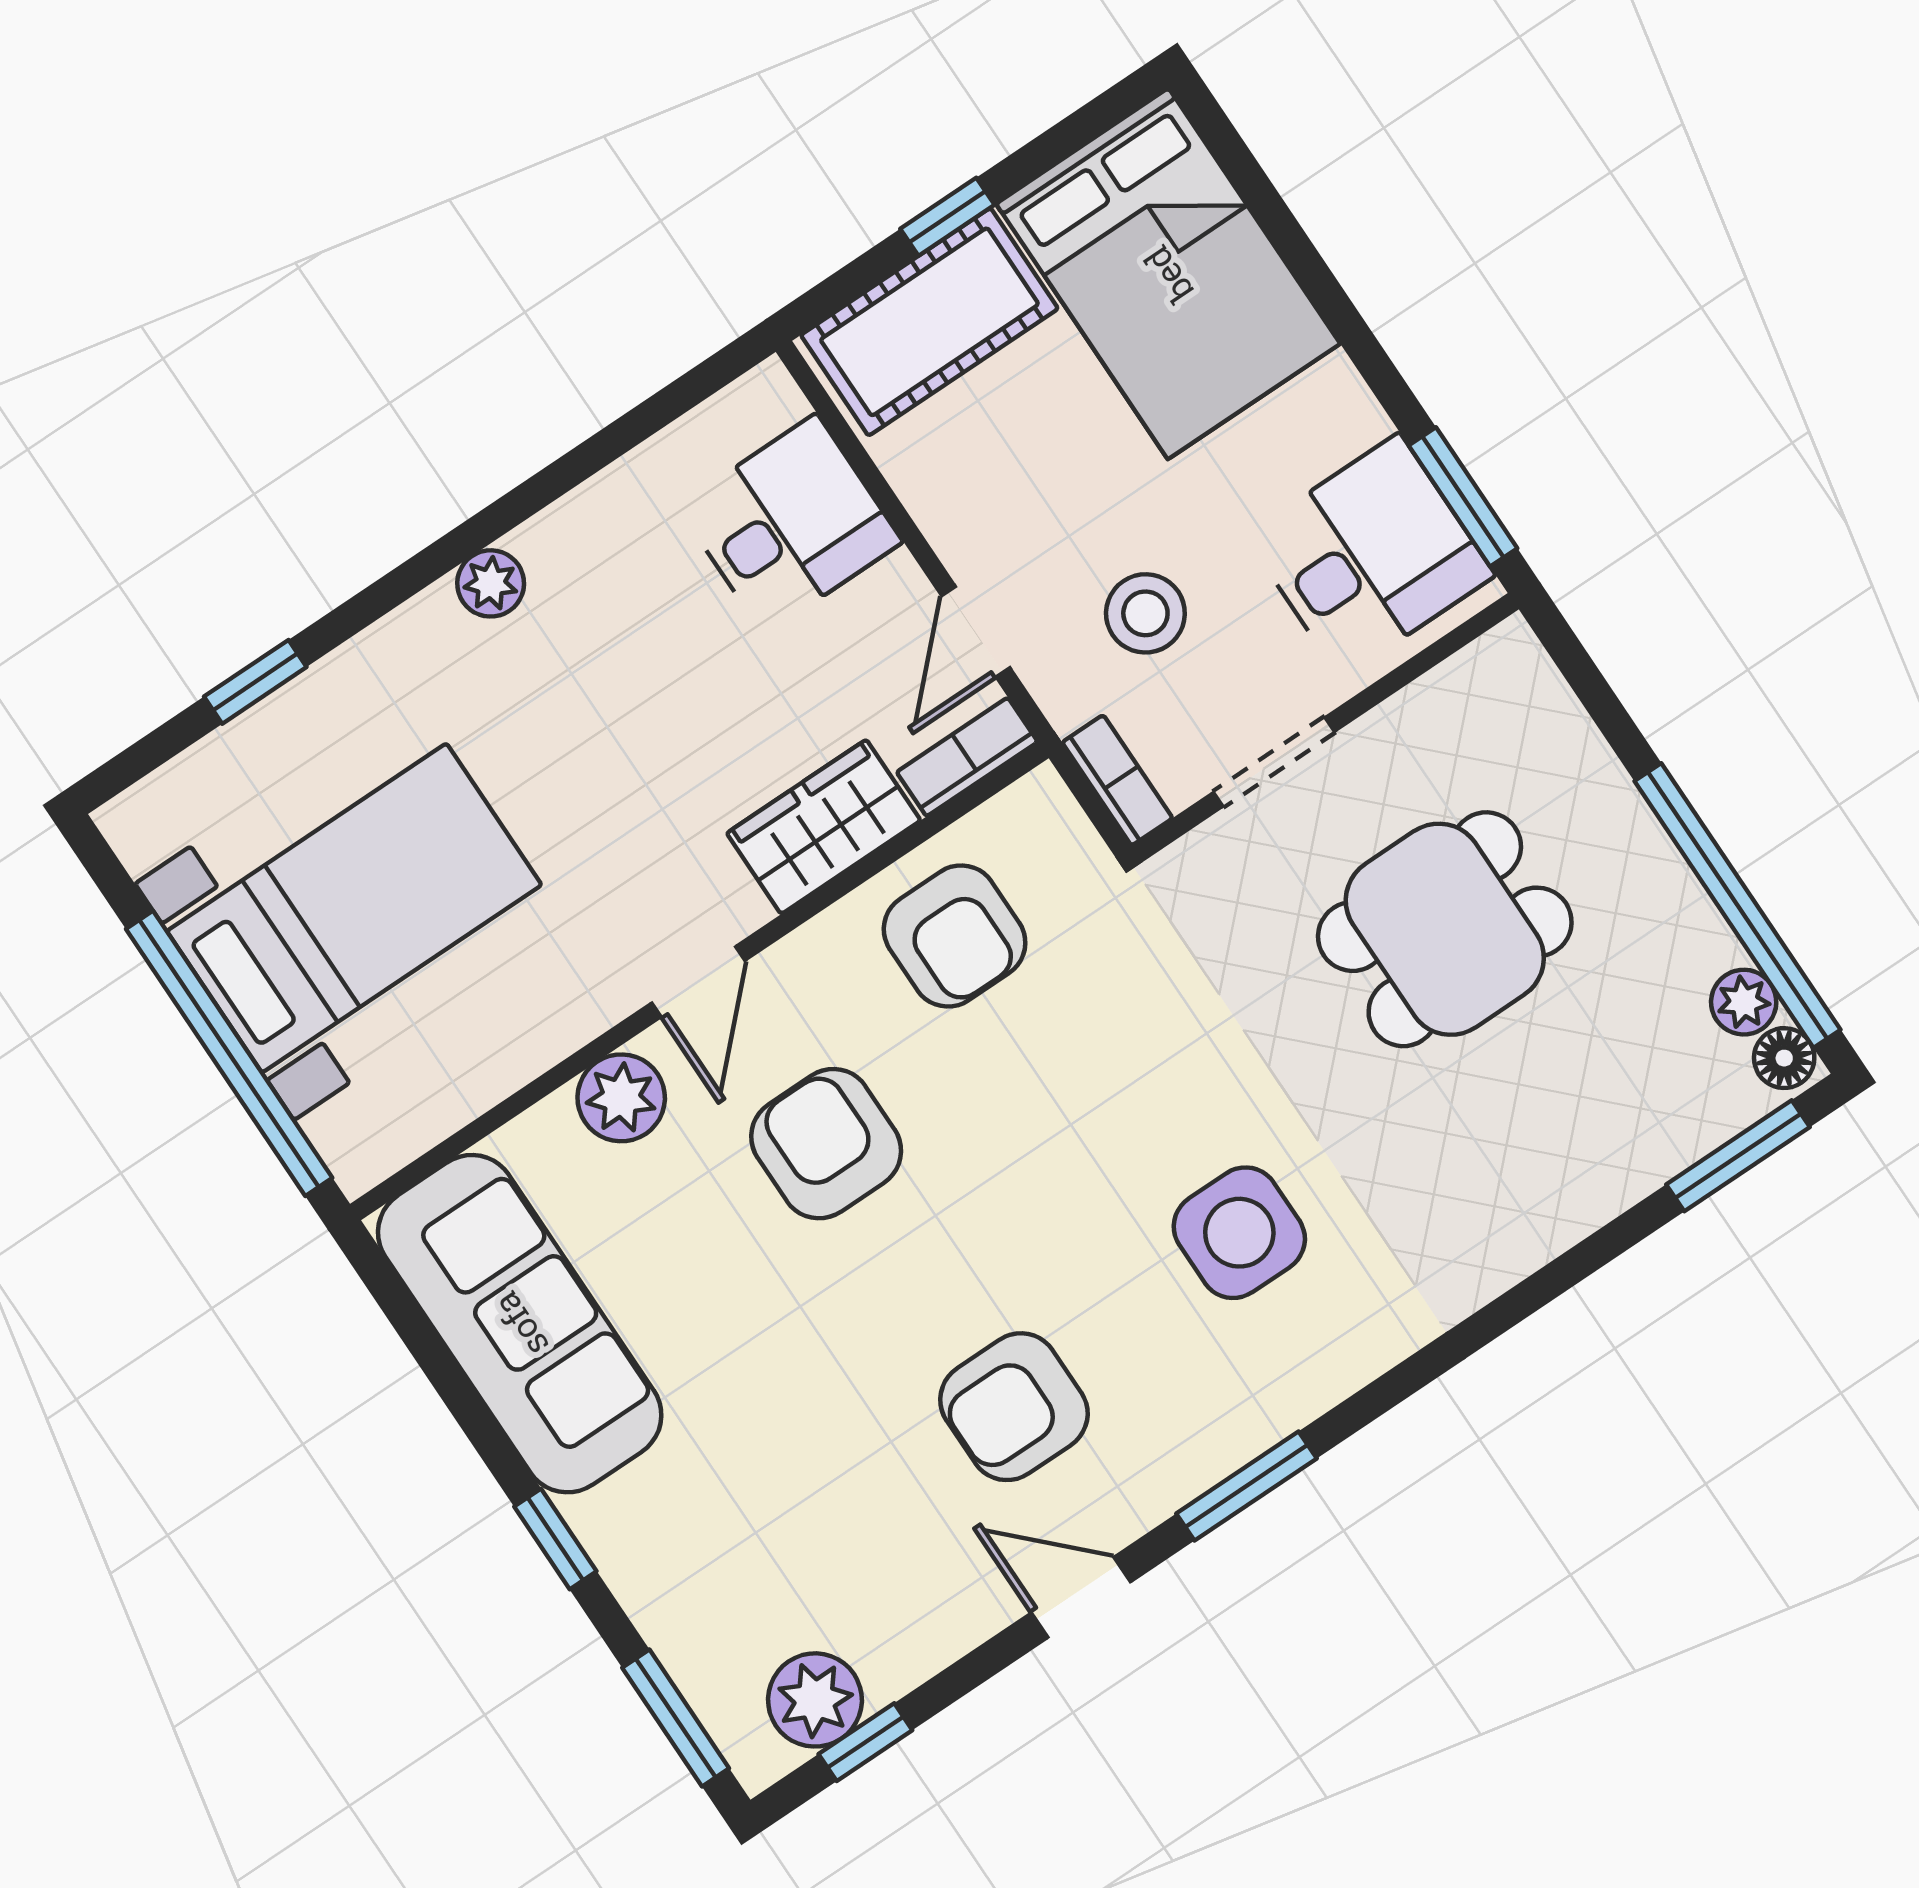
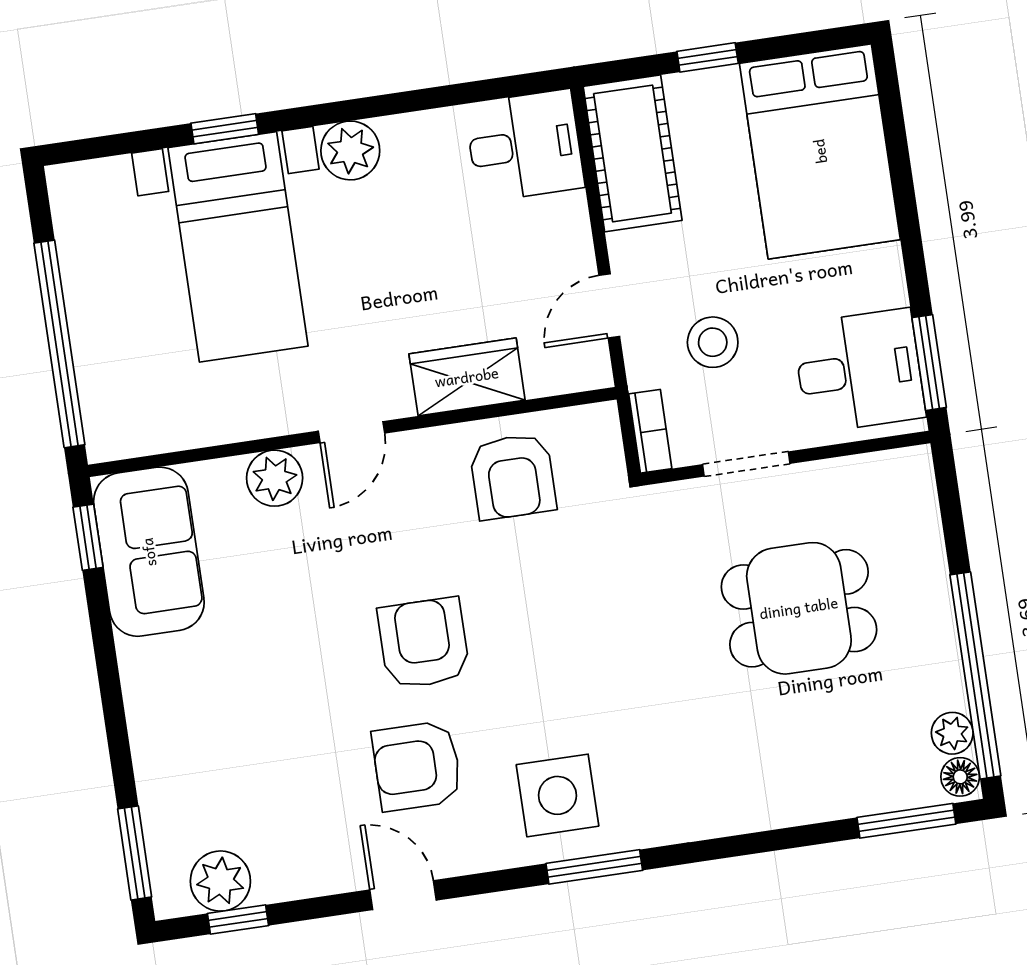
cot: (929, 322) -> (633, 153), moved, turned 90
desk: (790, 524) -> (525, 146), moved
plant: (491, 583) -> (350, 150), width x1.38, depth x1.38
window: (255, 682) -> (225, 129), moved
bookcase: (967, 757) -> (570, 376), removed
bed with nightstands: (354, 908) -> (238, 247), moved, turned 90
armchair: (826, 1144) -> (424, 643), moved
side table: (1239, 1233) -> (557, 795), moved
sofa: (520, 1324) -> (149, 552), width x0.73
window: (1246, 1486) -> (594, 867), moved
window: (555, 1539) -> (88, 537), moved

